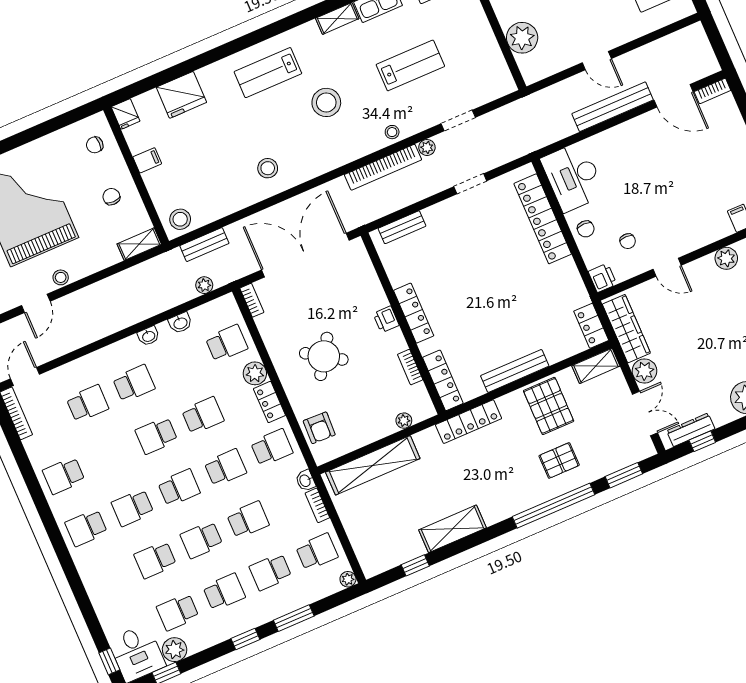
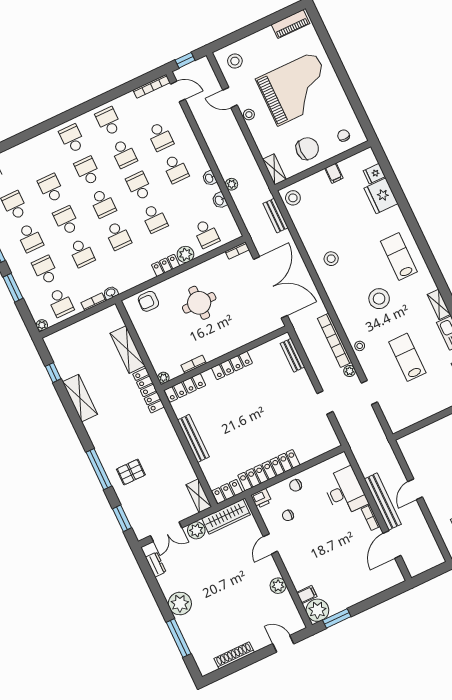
plant: (522, 38) -> (430, 436), removed
lab bench: (410, 65) -> (407, 357), turned 180
bookcase: (712, 91) -> (371, 518), moved
fridge: (126, 114) -> (374, 174), moved
desk: (573, 177) -> (345, 491), moved, turned 90
chair: (111, 197) -> (307, 149), width x1.87, depth x1.87
locker: (543, 219) -> (269, 470), moved
plant: (204, 285) -> (232, 184), moved
printer: (386, 319) -> (227, 346), removed
round table: (324, 356) -> (199, 303), turned -33
pallet: (549, 406) -> (169, 463), removed
plant: (404, 421) -> (163, 378), moved
locker: (469, 422) -> (149, 390), moved
dresser: (691, 430) -> (156, 565), width x0.70
window: (702, 441) -> (148, 573), removed
school desk: (272, 448) -> (124, 154), moved
pallet: (559, 460) -> (131, 472), turned 90
shelving: (373, 465) -> (128, 350), width x0.68
window: (554, 506) -> (99, 469), width x0.68

